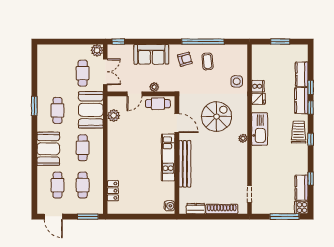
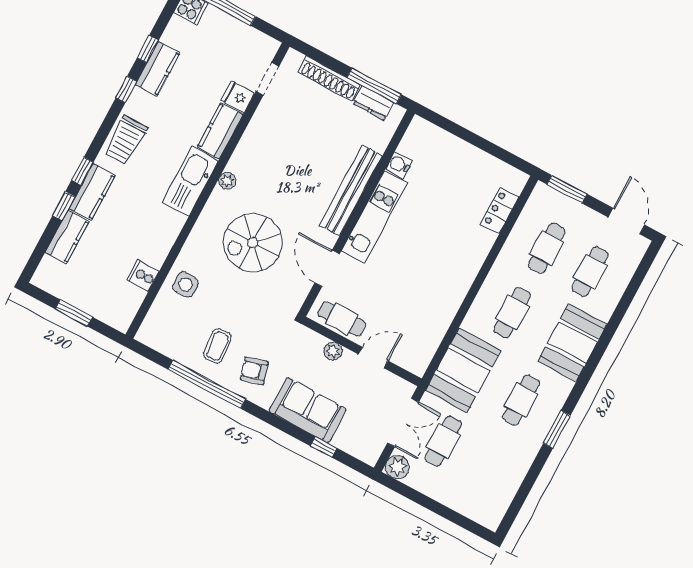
window: (118, 42) -> (324, 447), moved
double door: (105, 72) -> (403, 423), swing flipped
cooker: (258, 86) -> (143, 276), moved
fridge: (258, 99) -> (238, 97), moved
plant: (114, 116) -> (429, 339), removed
window: (311, 139) -> (126, 89), moved
kitchen counter: (258, 159) -> (220, 131), added
kitchen counter: (302, 188) -> (157, 69), moved
water cooler: (169, 206) -> (399, 165), moved
window: (200, 217) -> (374, 86), added

